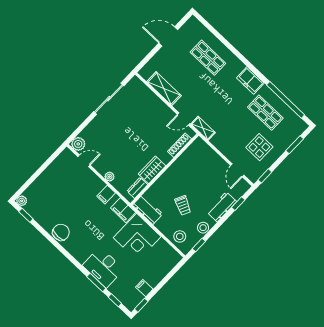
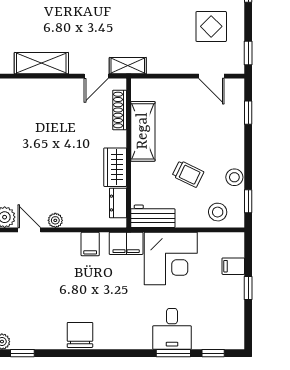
door: (84, 161) -> (29, 230), hinge flipped
shelving: (181, 166) -> (143, 131), added
plant: (109, 177) -> (55, 220), moved
workbench: (222, 207) -> (233, 134), removed
desk: (103, 267) -> (172, 329), width x0.73
filing cabinet: (144, 288) -> (233, 266), moved
window: (141, 305) -> (248, 288), moved

